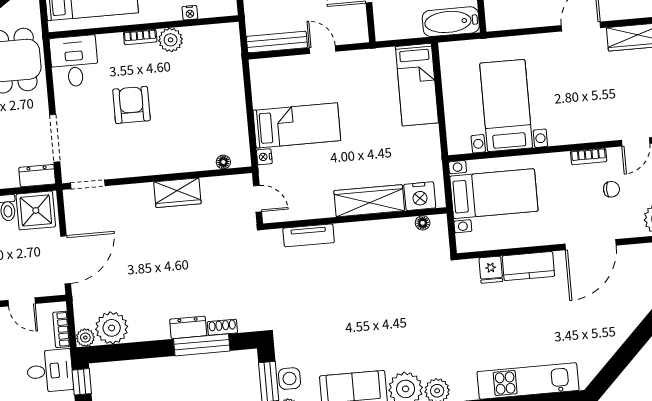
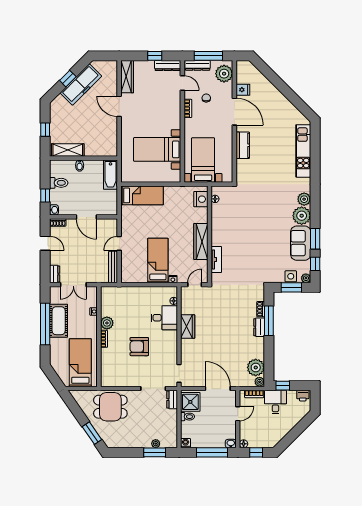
desk: (74, 61) -> (164, 318), moved, turned 180
wardrobe: (369, 201) -> (201, 241), moved
fridge: (491, 270) -> (243, 90), moved

